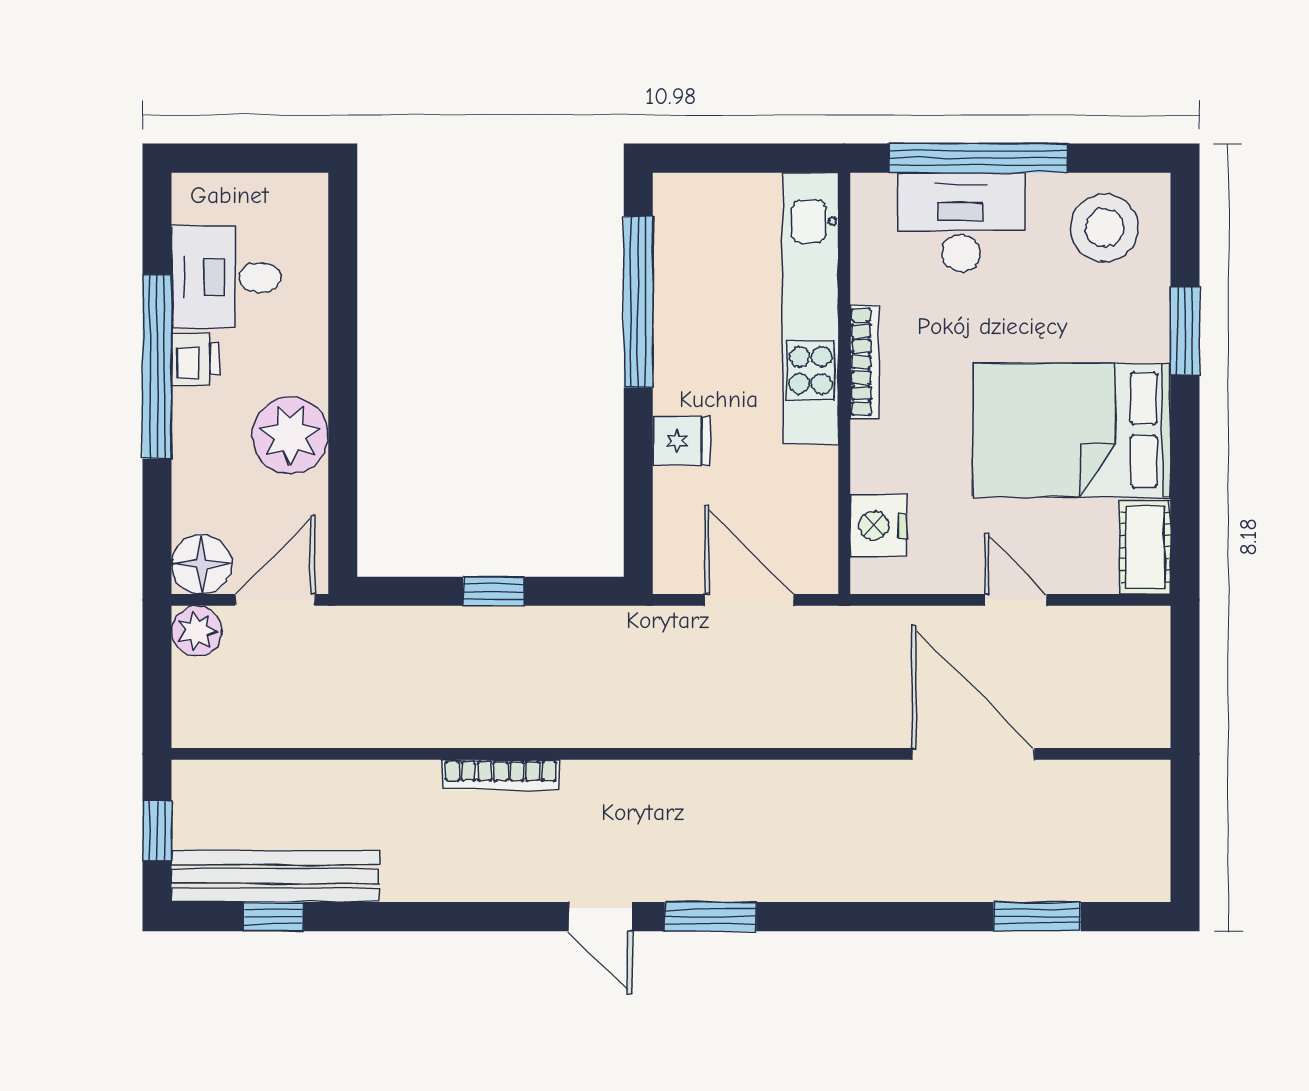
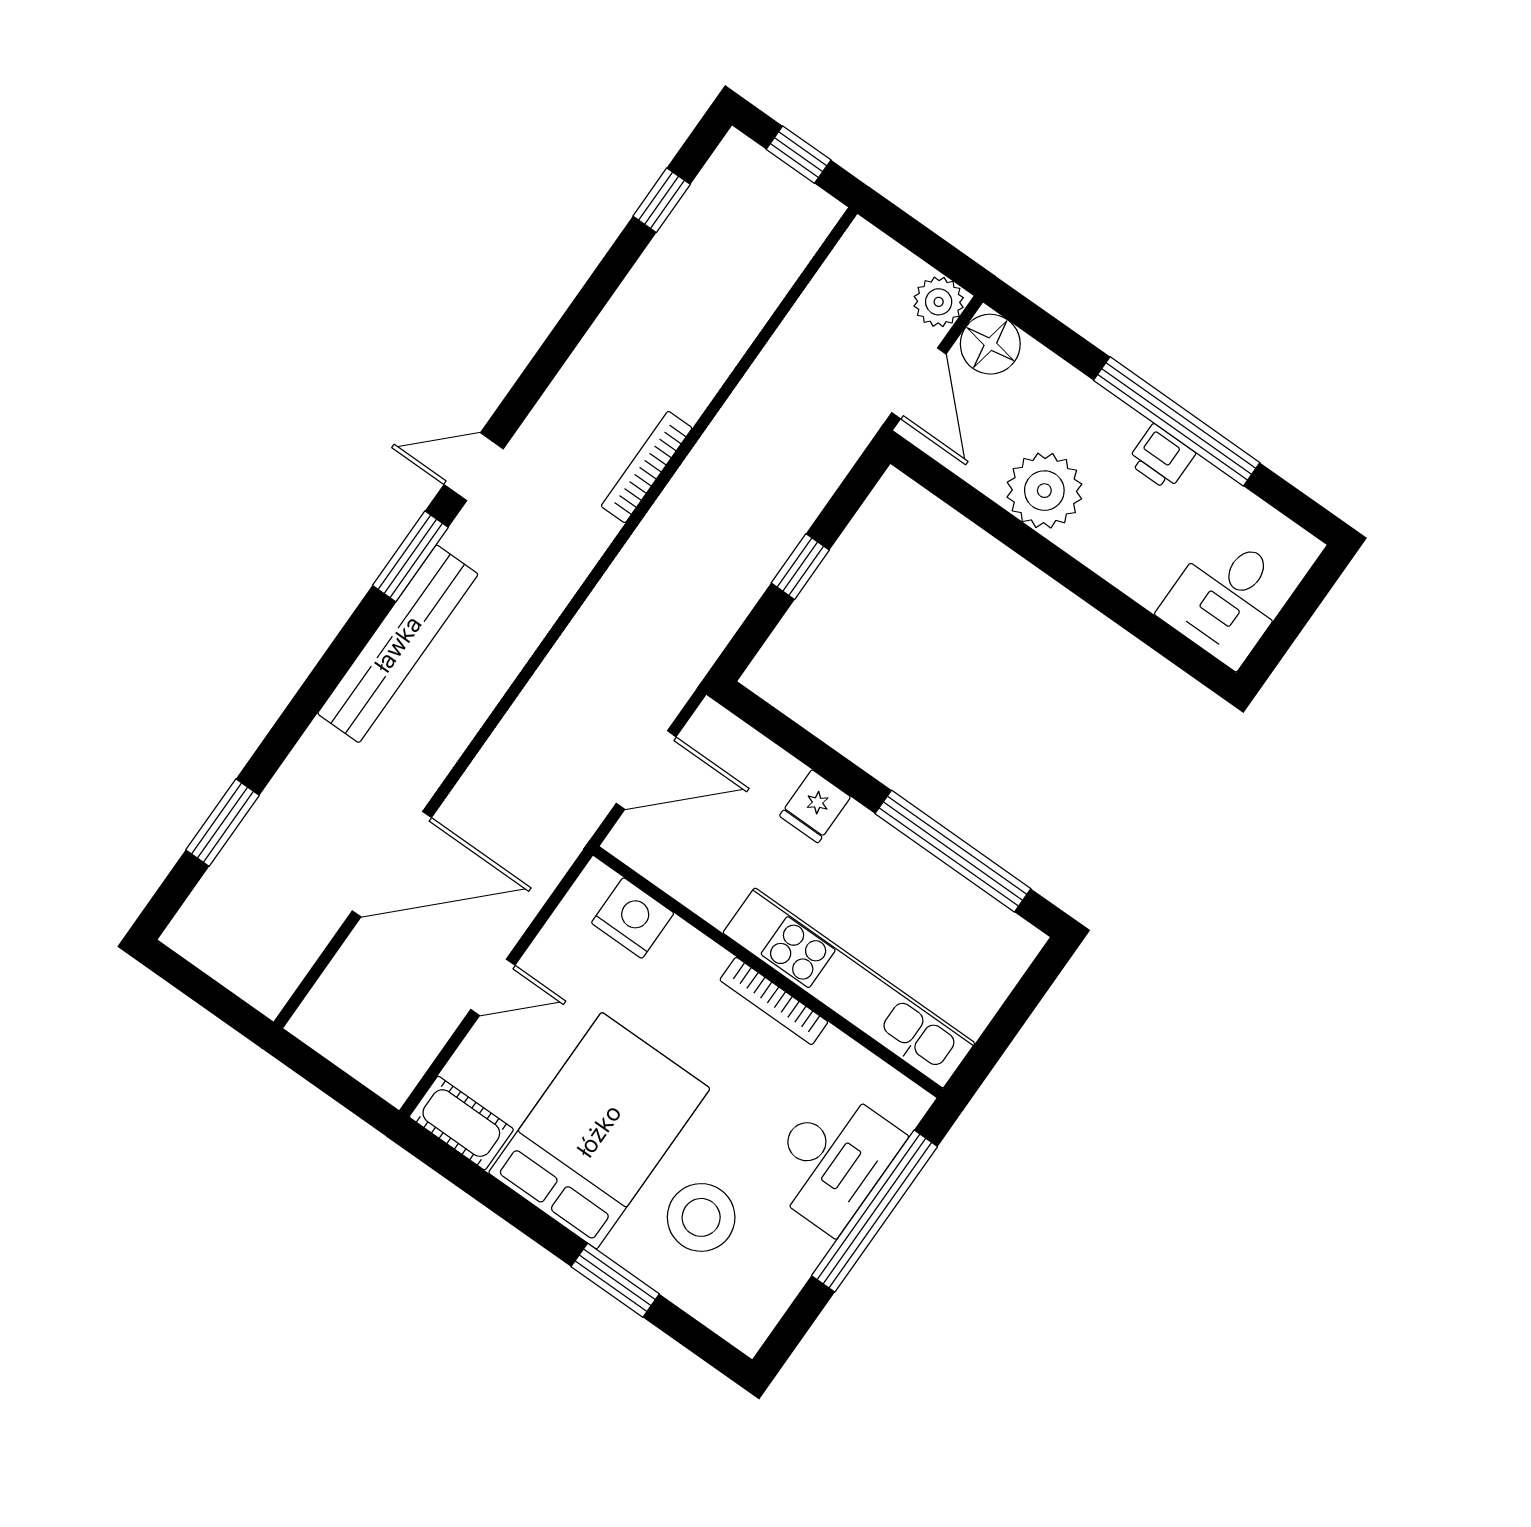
stool: (1104, 228) -> (701, 1217), moved
desk: (226, 278) -> (1227, 599), moved, turned 180
bench: (275, 876) -> (398, 644), moved

